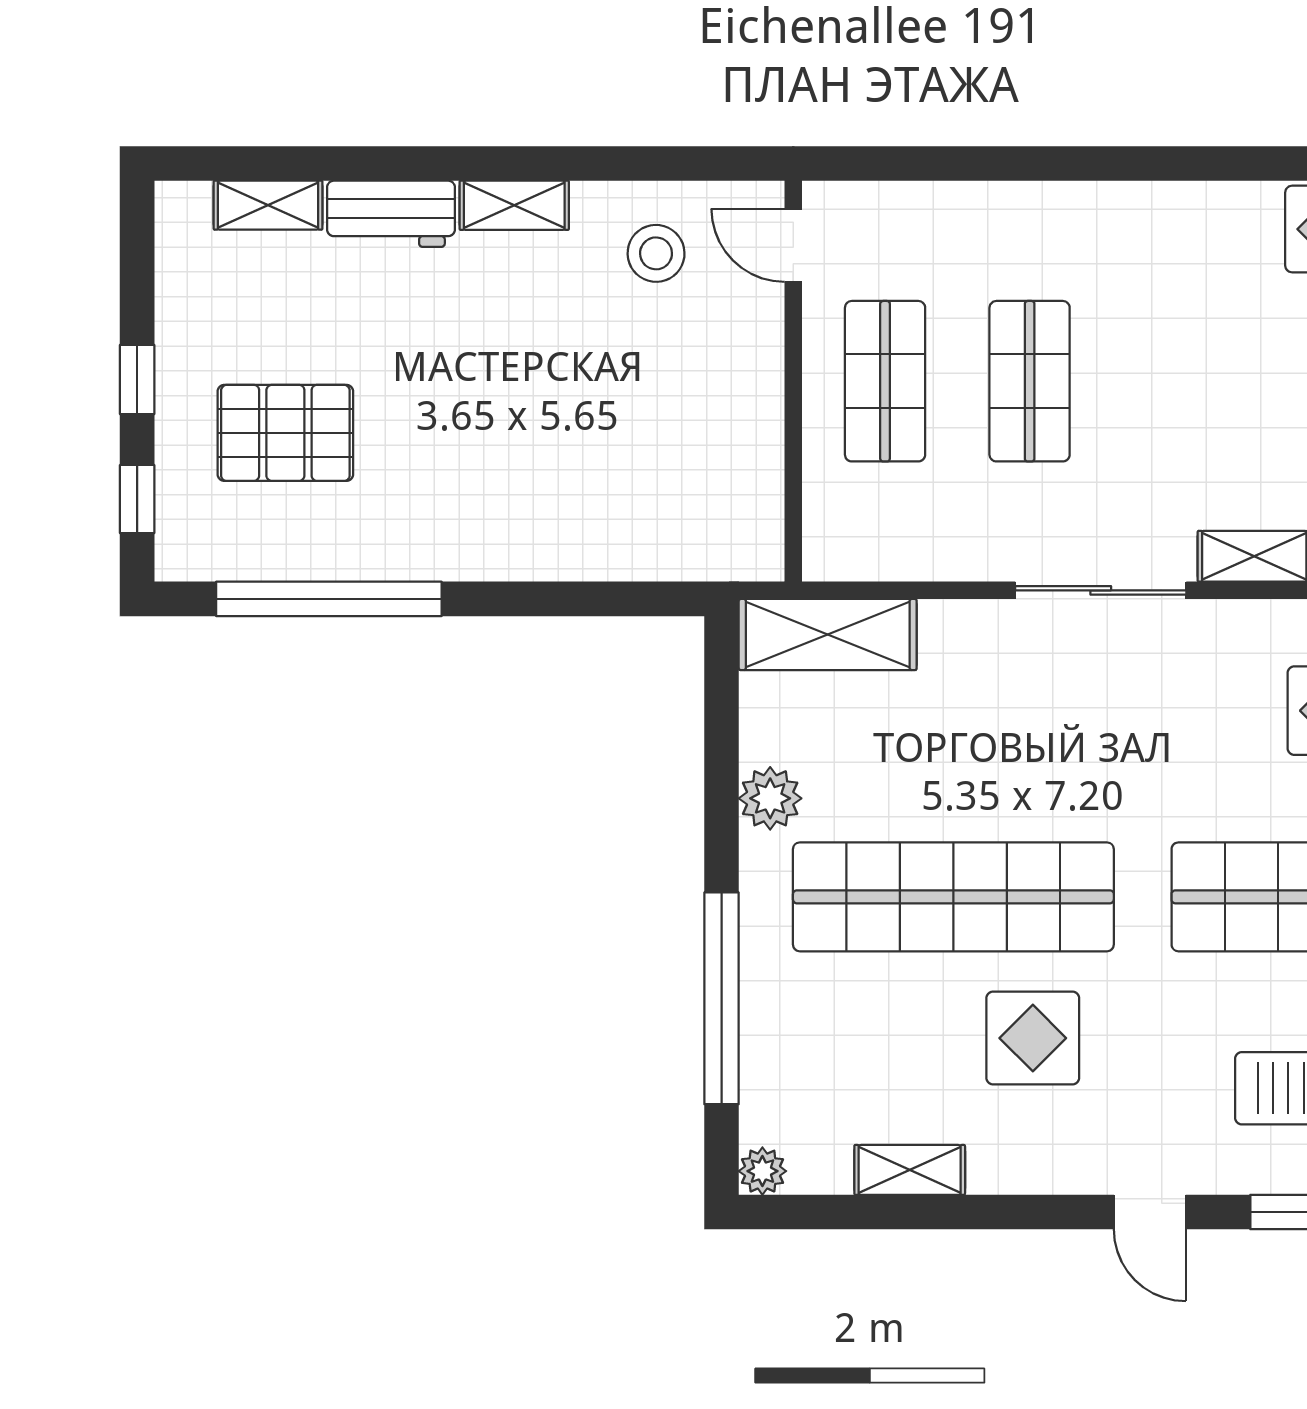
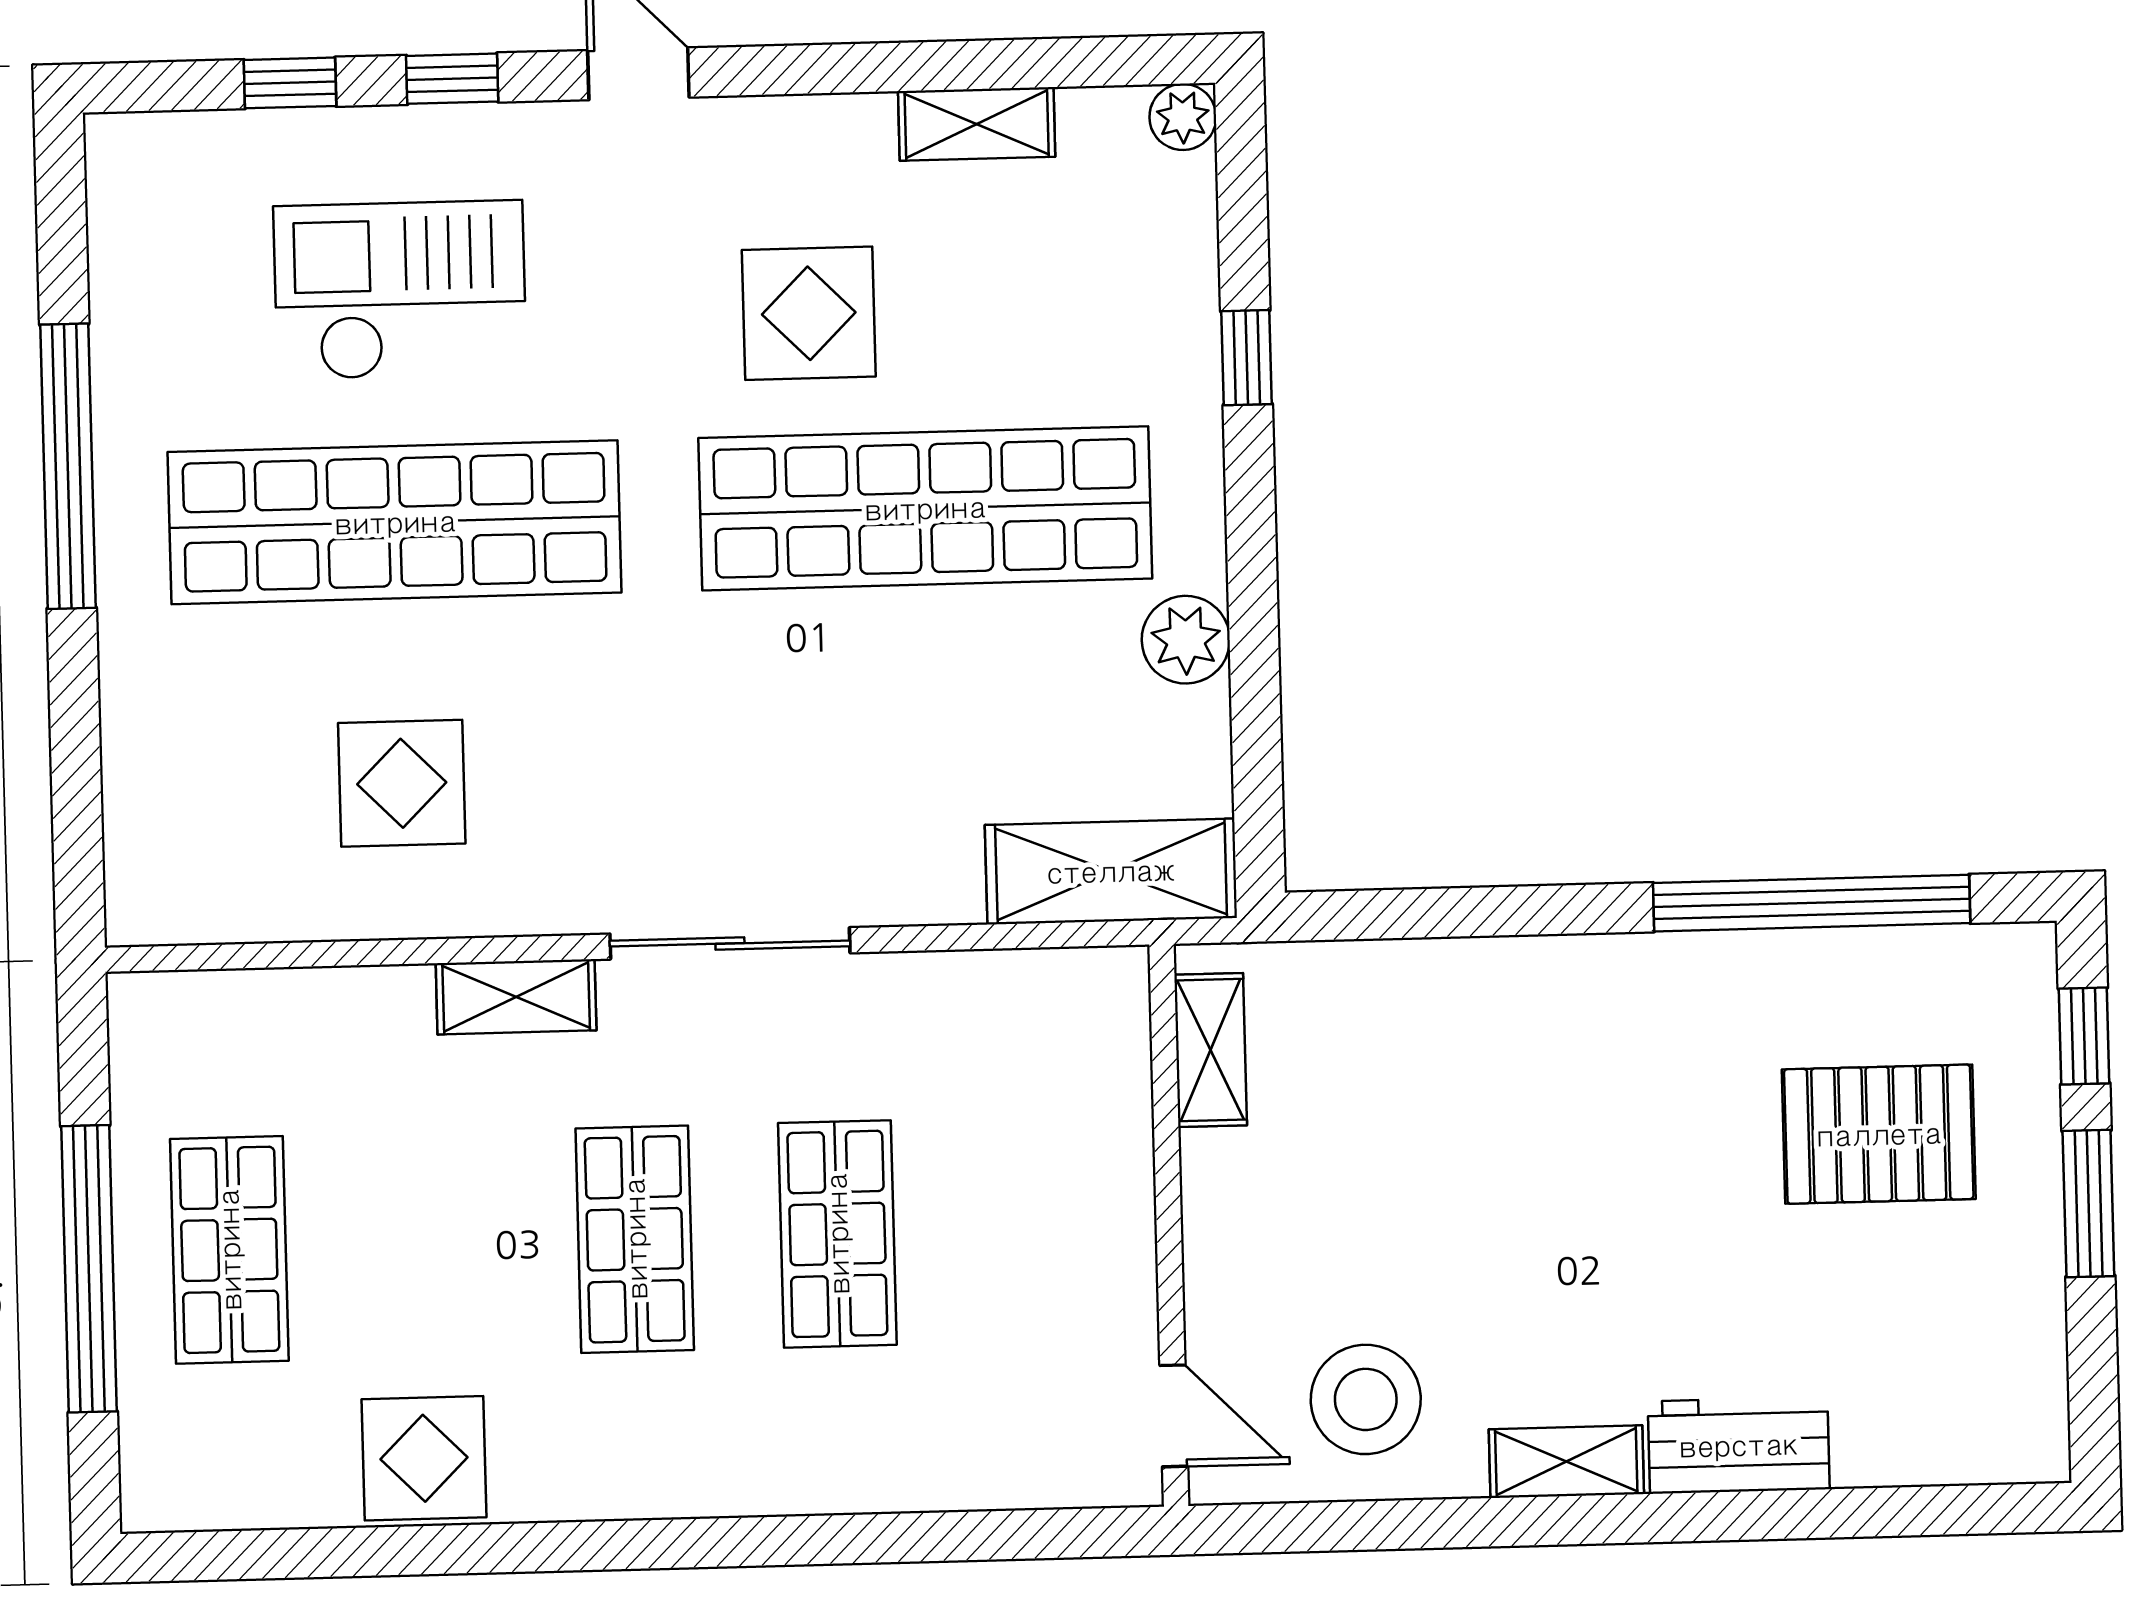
shelving: (268, 205) -> (1211, 1050), moved, turned 90
stool: (656, 253) -> (1366, 1399), width x1.38, depth x1.38
window: (137, 380) -> (2088, 1204), width x1.50
shop shelf: (885, 381) -> (635, 1239), moved
window: (722, 998) -> (1247, 358), width x0.32

